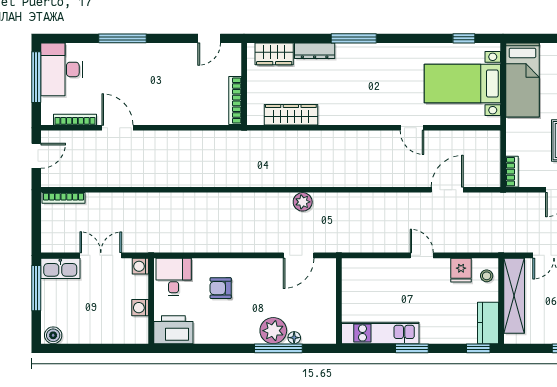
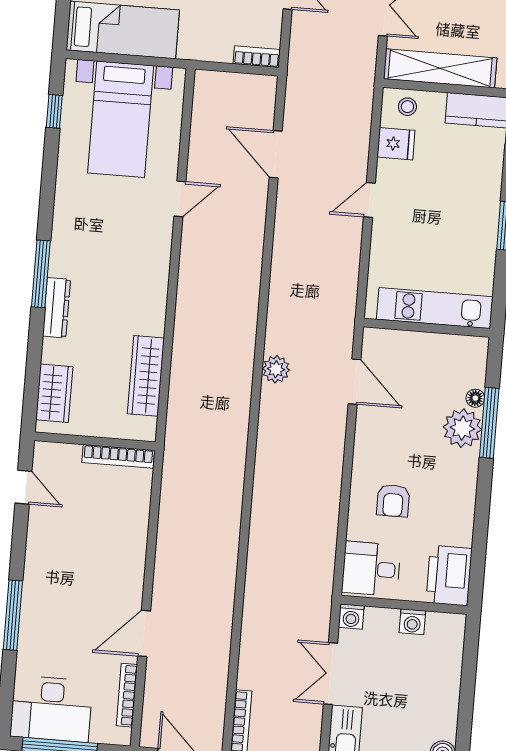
dresser: (315, 51) -> (57, 308), moved
kitchen unit: (380, 333) -> (435, 308), moved, turned 90

